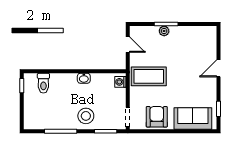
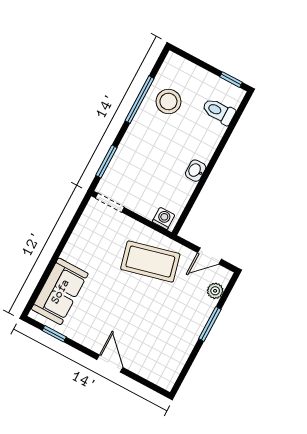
plant: (164, 31) -> (215, 291), moved
coffee table: (149, 76) -> (150, 262), turned 76
stool: (86, 116) -> (168, 101), moved
armchair: (157, 117) -> (89, 243), removed

